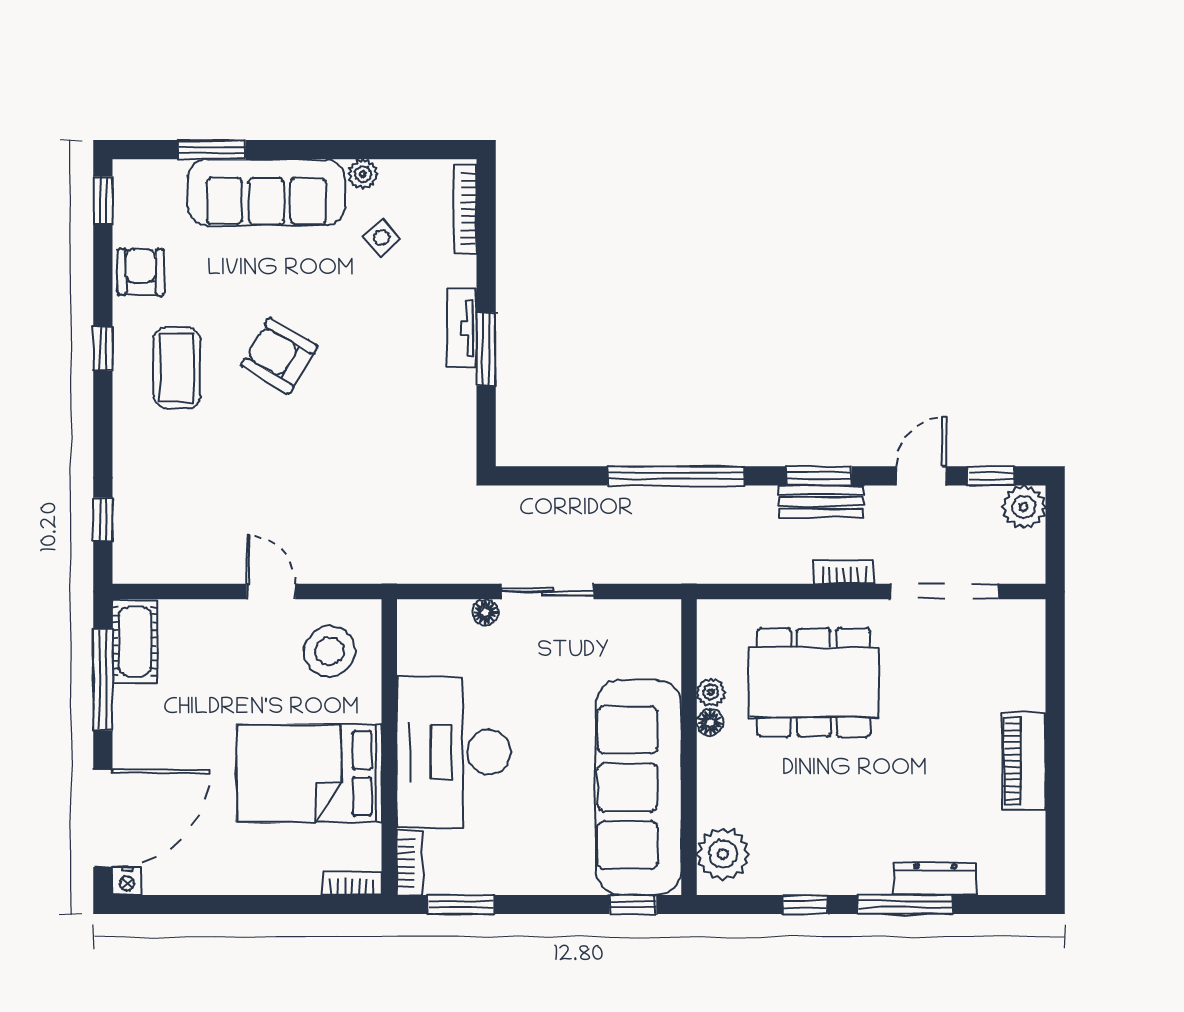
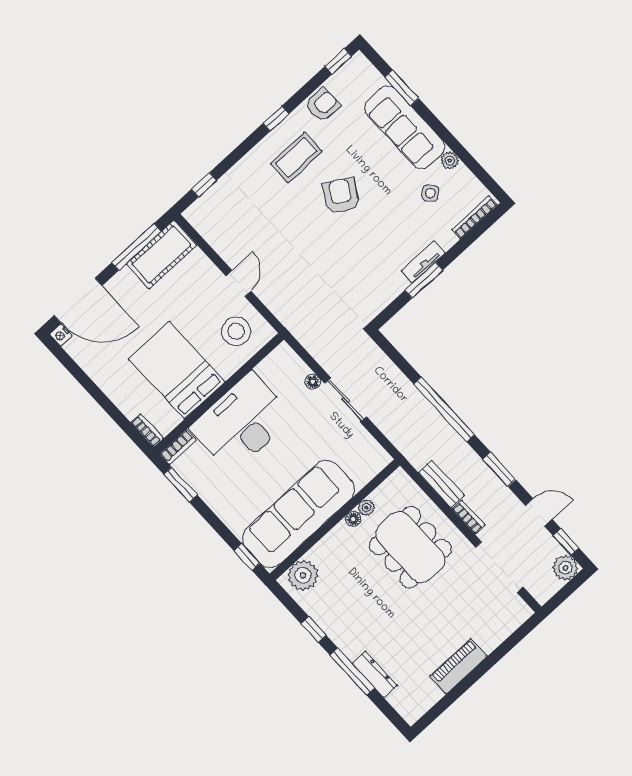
bench: (821, 501) -> (441, 484), moved
cot: (135, 641) -> (161, 255), width x1.37, depth x1.34

